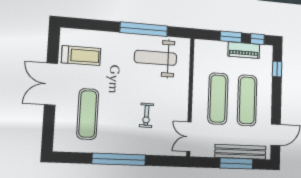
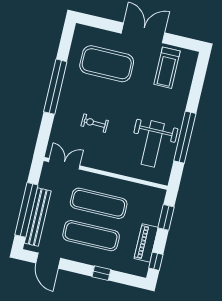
window: (231, 37) -> (166, 217), moved
weight bench: (156, 58) -> (153, 144), turned 180
window: (277, 69) -> (101, 273), moved
exercise mat: (88, 114) -> (107, 64), width x1.47
window: (236, 163) -> (26, 210), width x1.46

